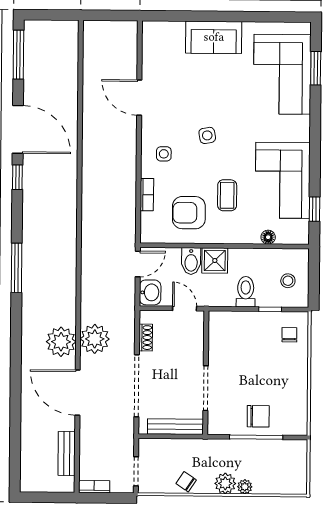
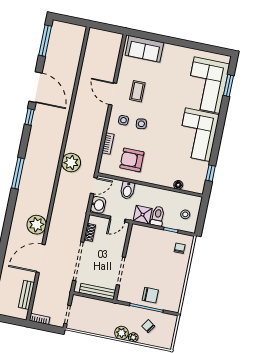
sofa: (214, 37) -> (144, 49), moved
door: (139, 98) -> (113, 94), moved
side table: (207, 135) -> (141, 124), moved
corner sofa: (283, 180) -> (198, 135), moved
coffee table: (227, 195) -> (137, 91), moved
shower: (215, 260) -> (143, 215), moved
door: (185, 308) -> (118, 219), swing flipped
plant: (95, 339) -> (71, 163), moved
door: (78, 393) -> (41, 258), hinge flipped
chair: (186, 482) -> (148, 326), moved

